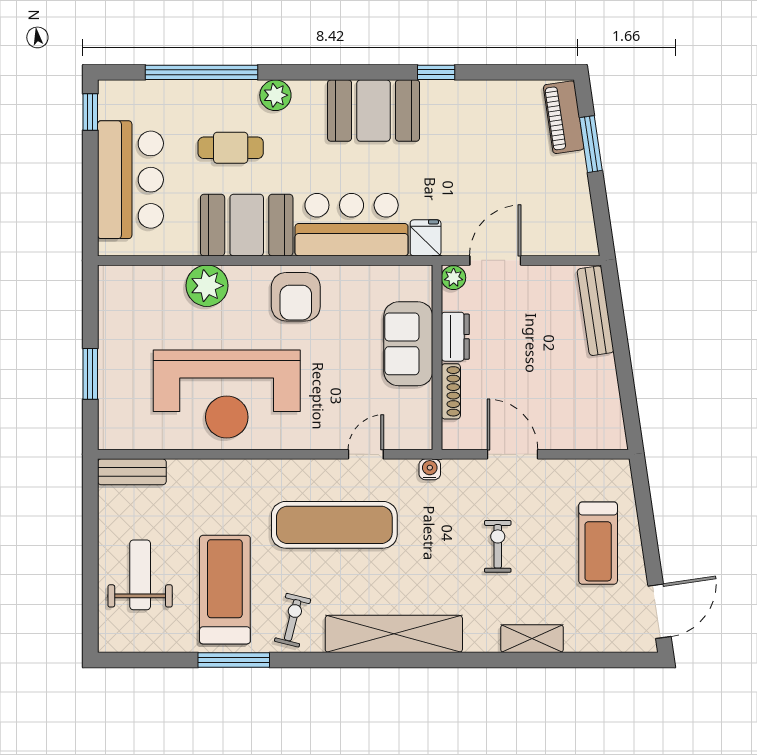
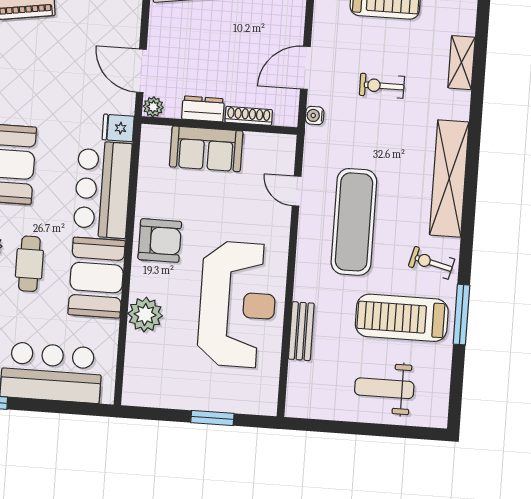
cafe table: (231, 148) -> (29, 264), moved
water cooler: (430, 469) -> (315, 116), moved
bench: (132, 472) -> (301, 331), moved

